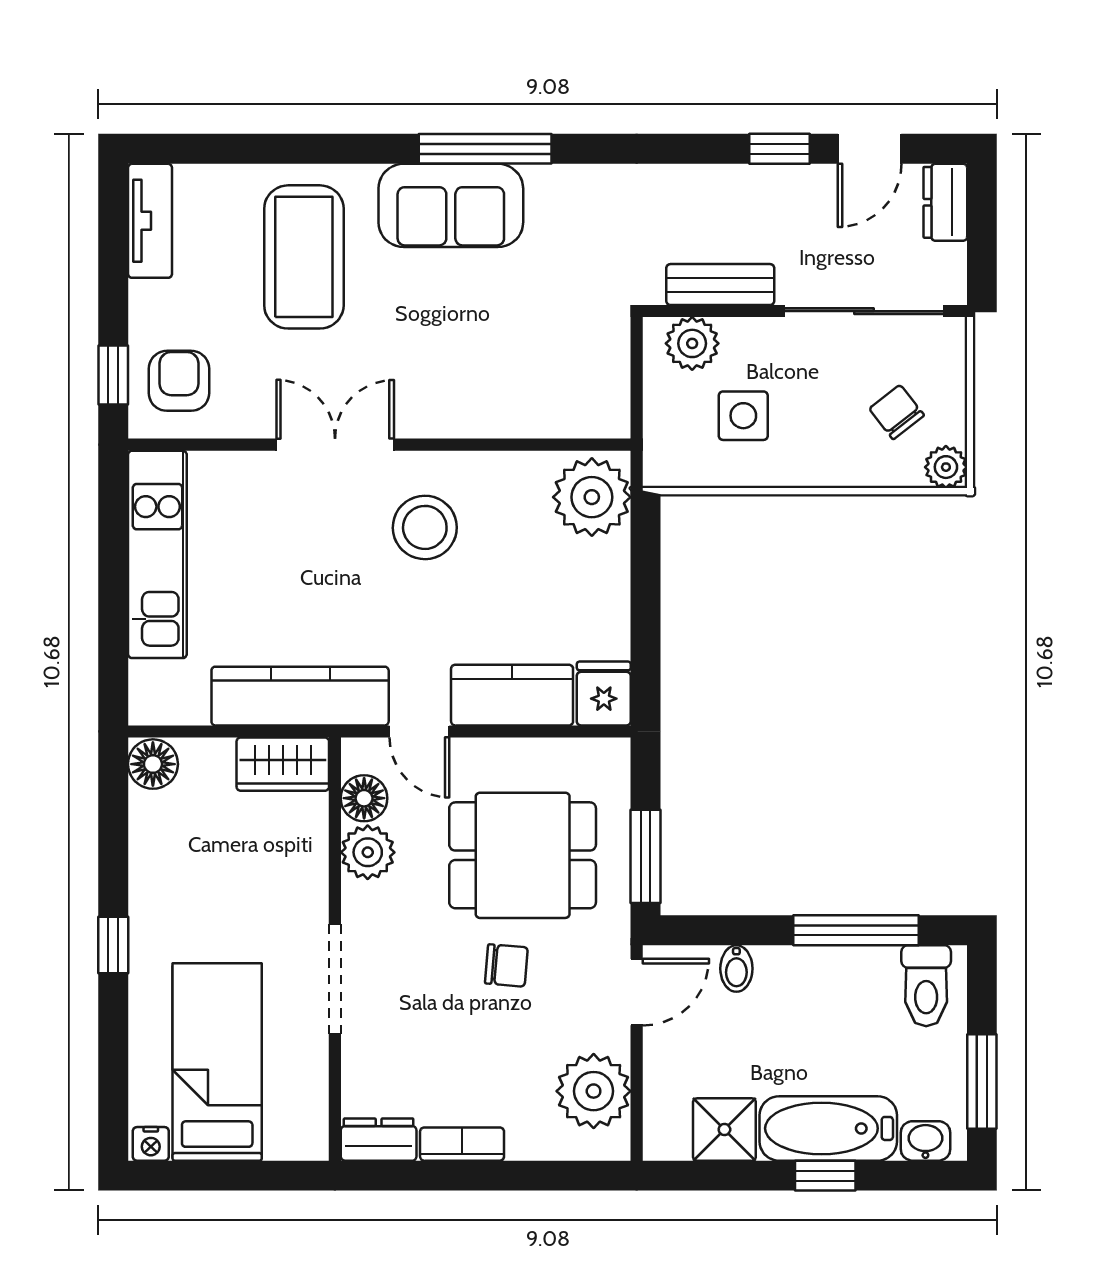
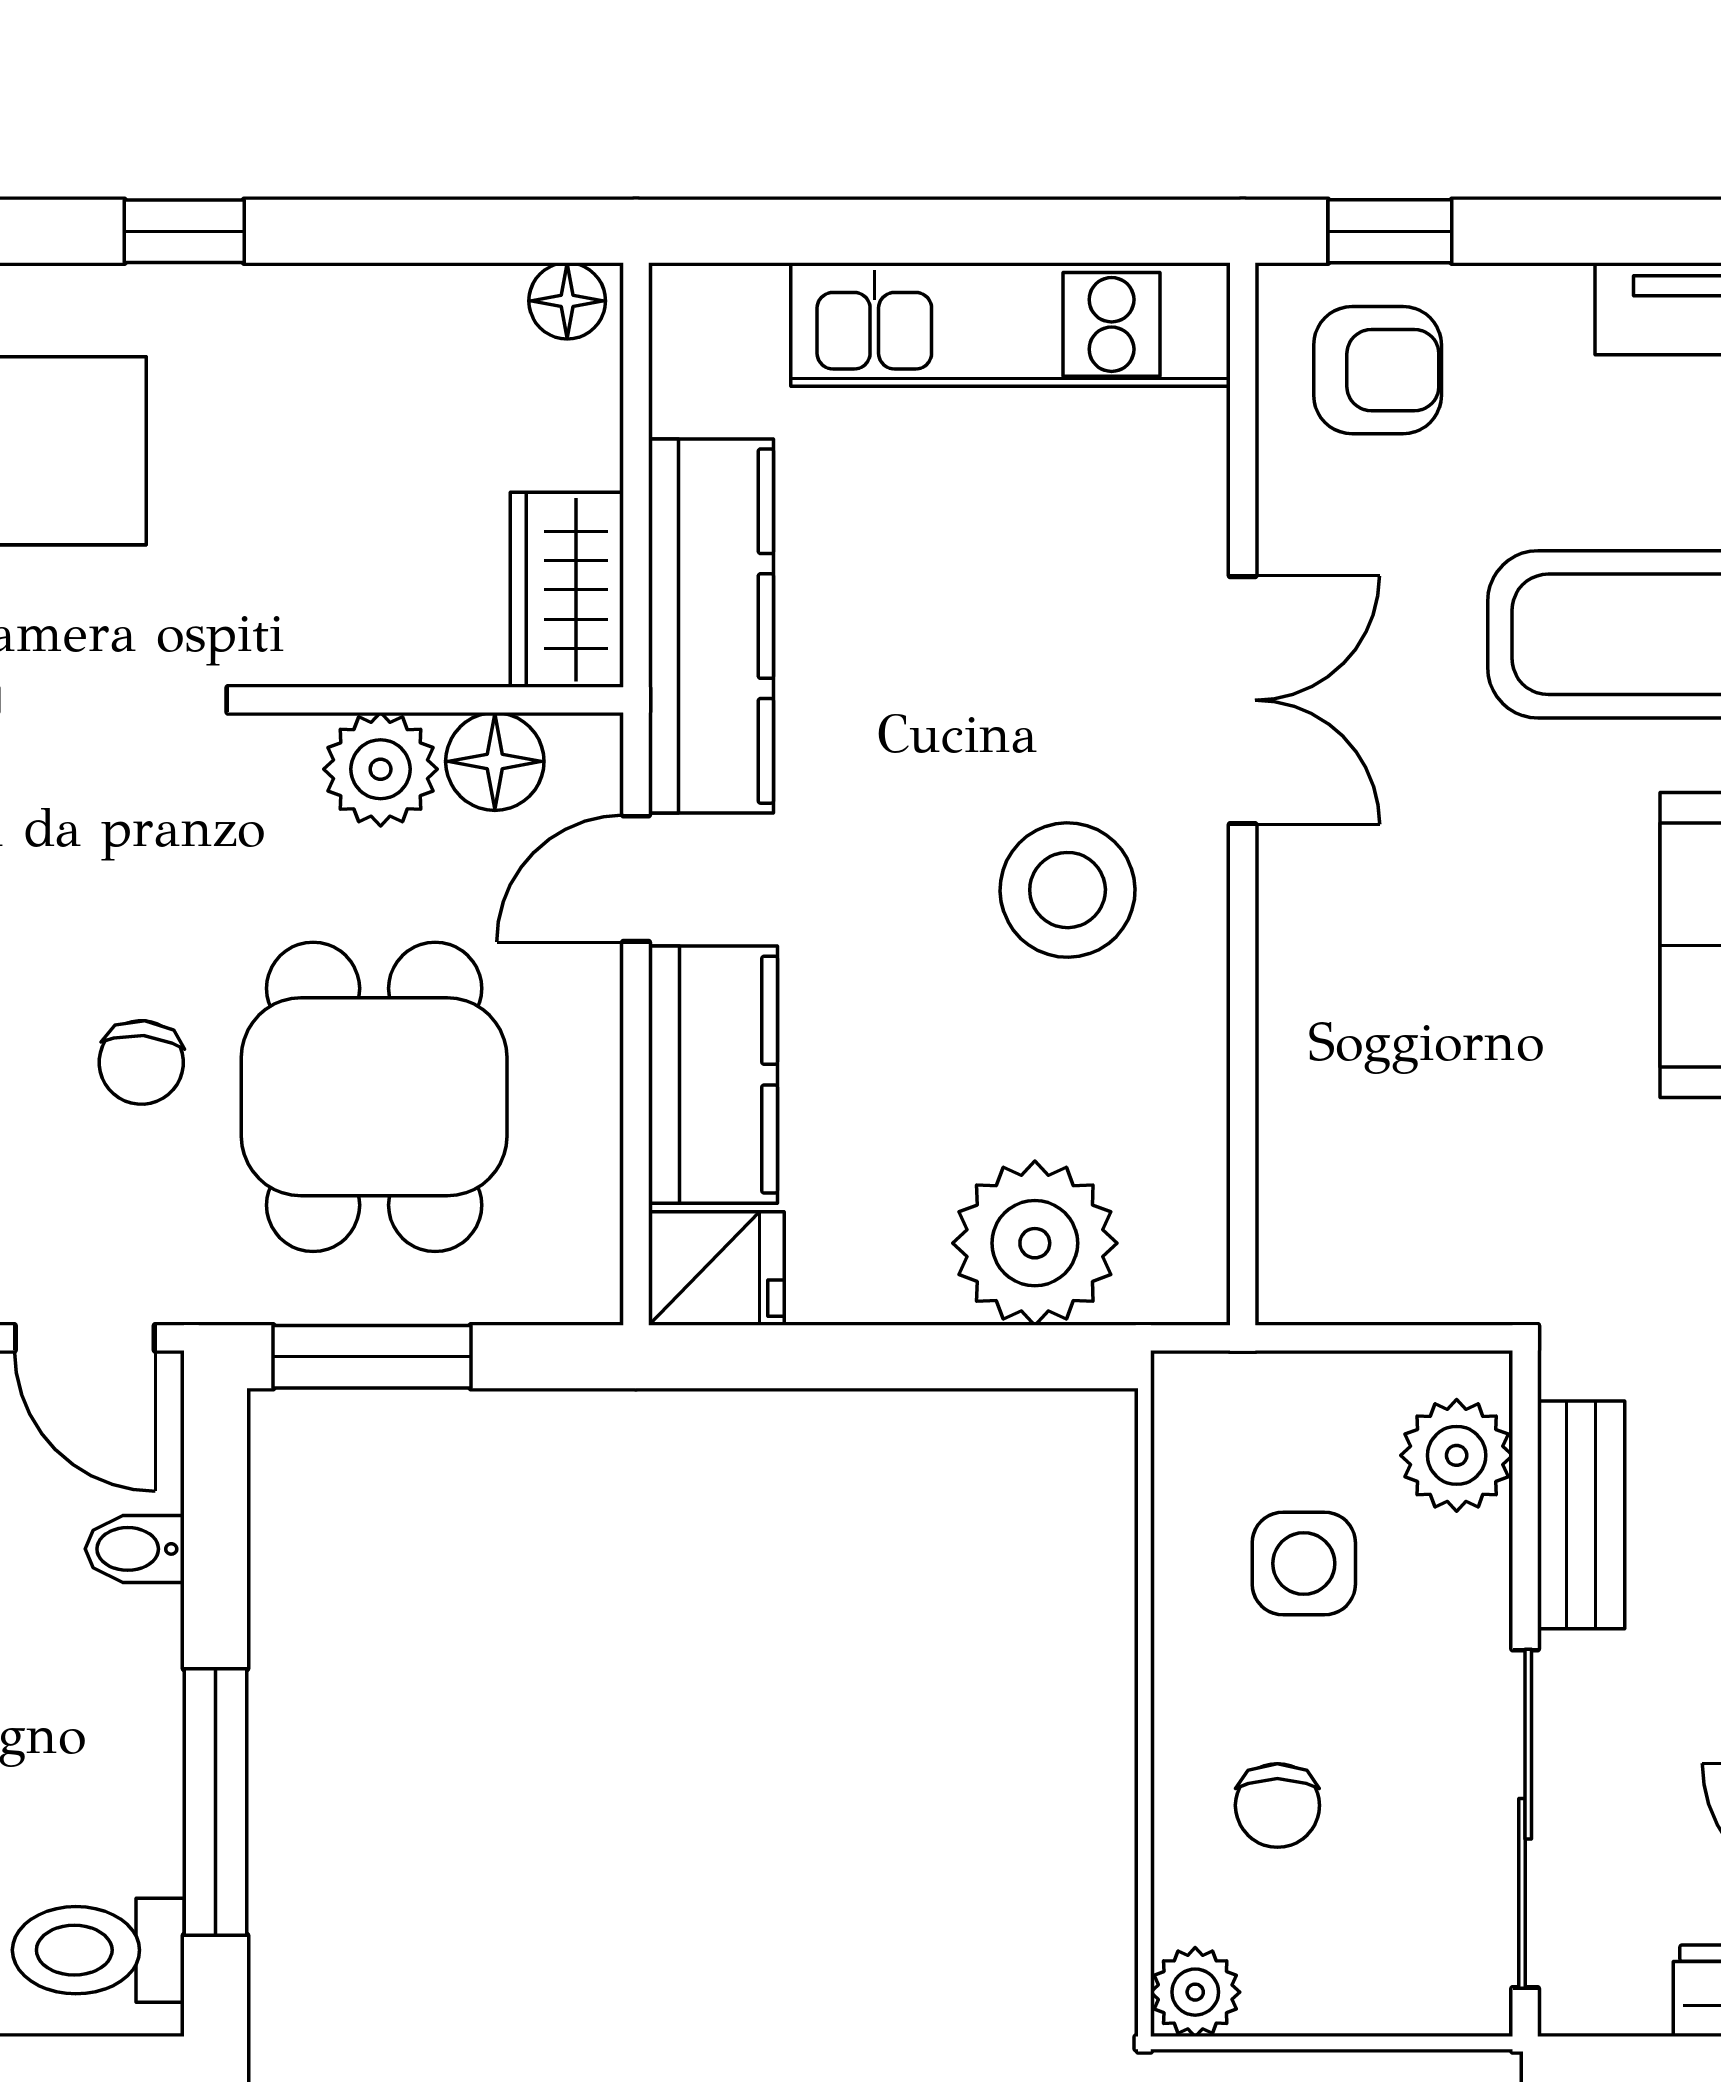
chair: (897, 412) -> (1277, 1805), moved, turned 128
plant: (592, 497) -> (1035, 1243), moved
floor lamp: (153, 764) -> (567, 301), width x0.73, depth x0.73

